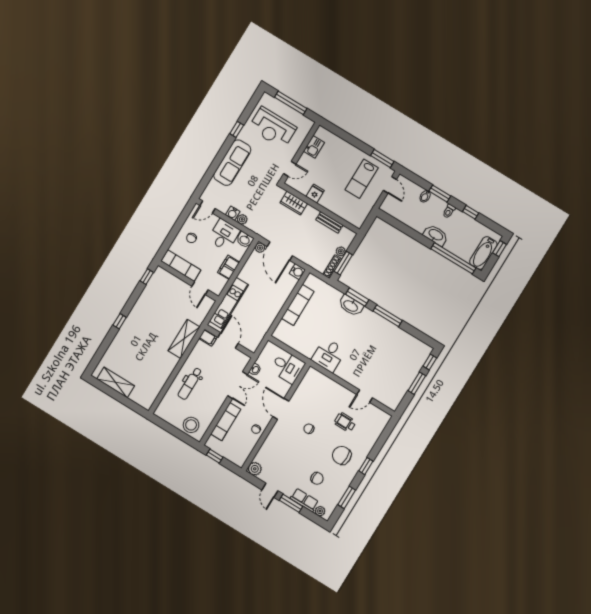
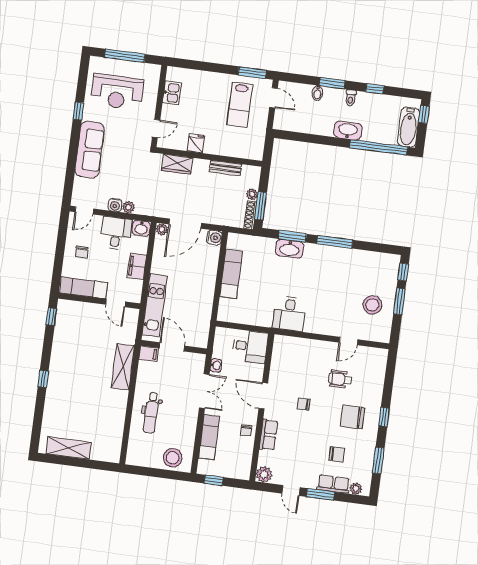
door: (280, 251) -> (185, 224), hinge flipped
stool: (395, 377) -> (372, 305), added
row of seats: (272, 440) -> (269, 435), added

